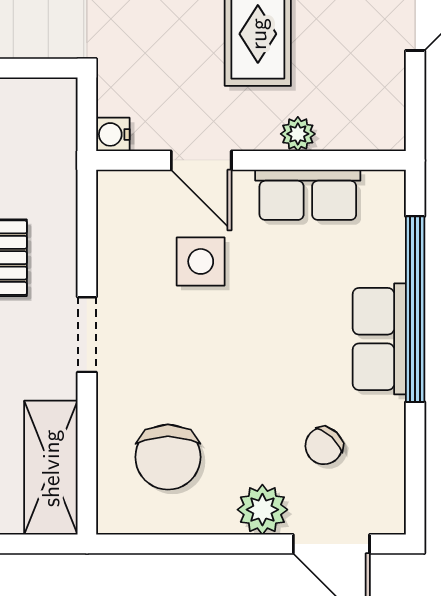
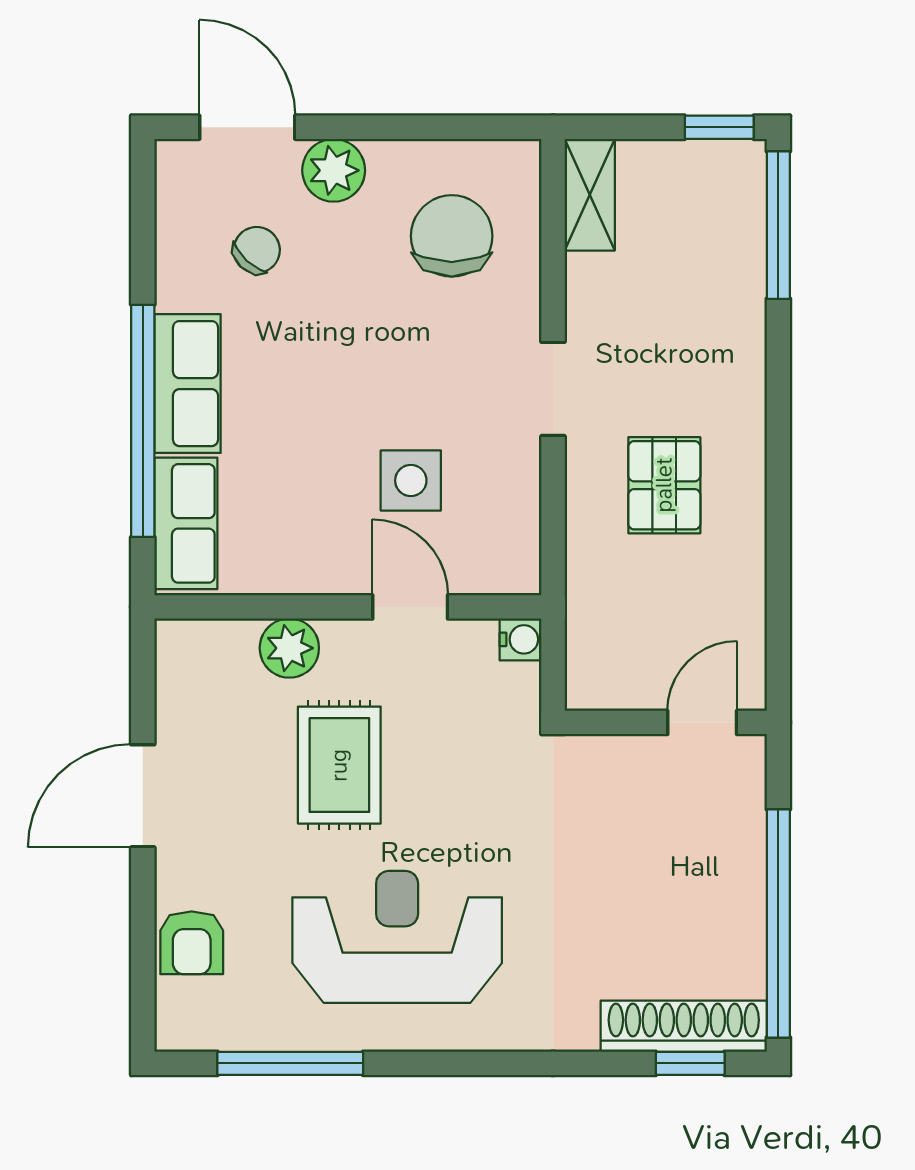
plant: (298, 134) -> (289, 648), width x1.38, depth x1.38
row of seats: (308, 195) -> (186, 523), moved, turned 90
shelving: (51, 468) -> (590, 195), width x0.67, depth x0.75

